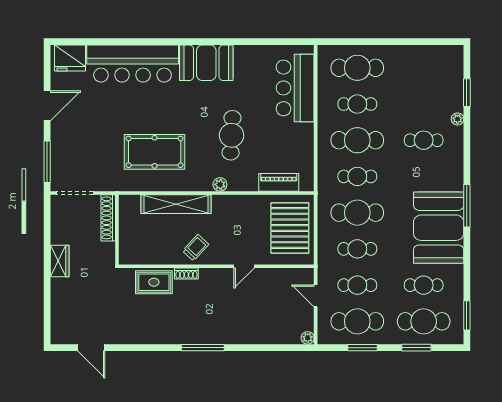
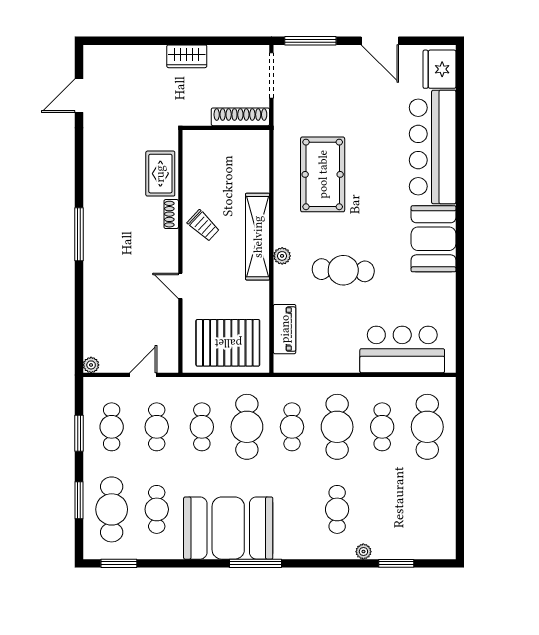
shelving: (176, 204) -> (258, 237), moved
cafe table: (357, 321) -> (112, 427), width x0.73, depth x0.74

